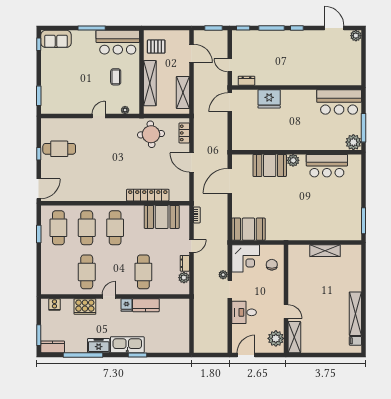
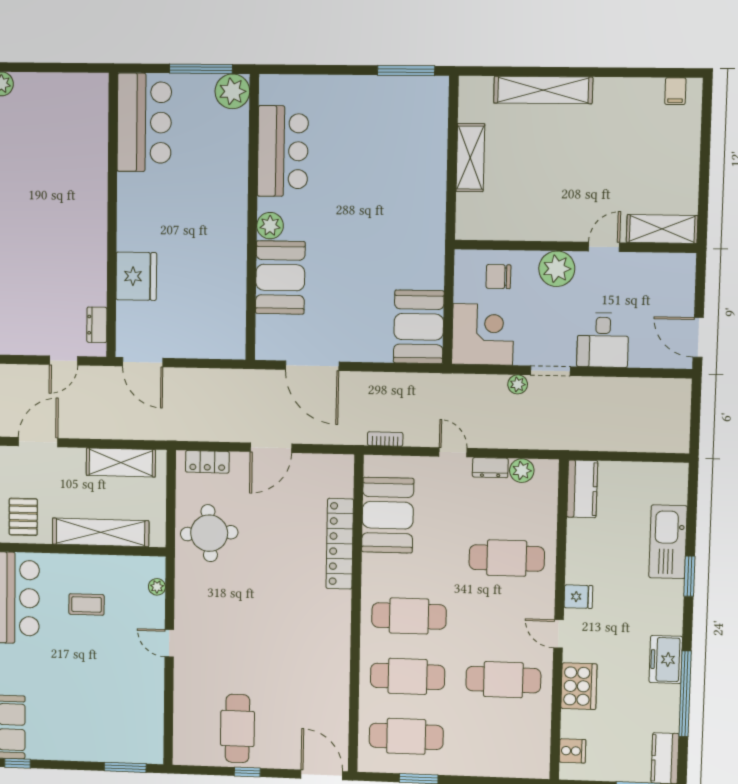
kitchen counter: (146, 305) -> (582, 489), moved
shelving: (355, 314) -> (543, 90), moved
plant: (276, 338) -> (557, 269), moved
kitchen sink: (127, 345) -> (668, 542), moved

